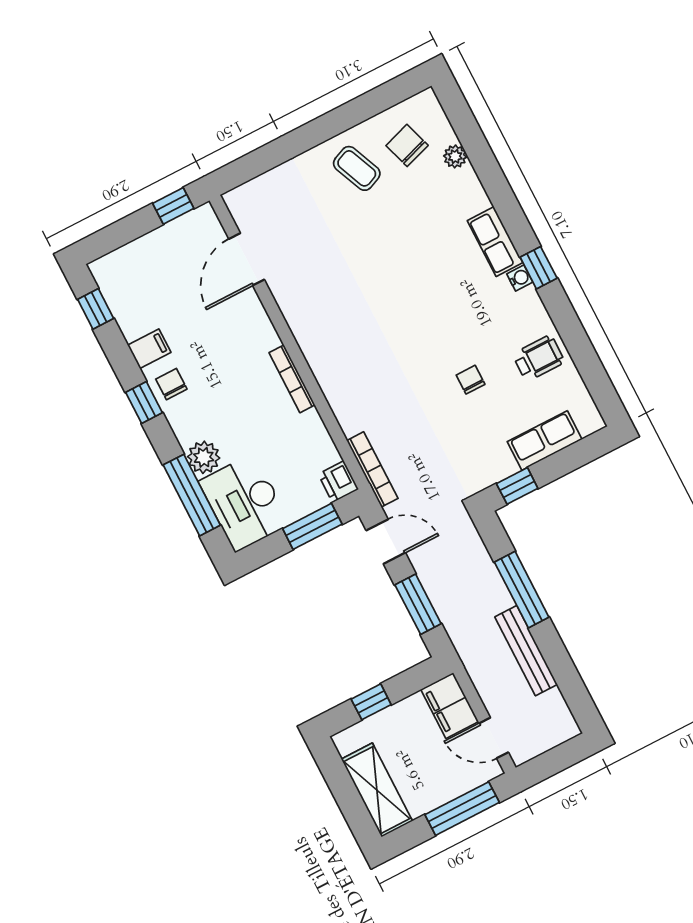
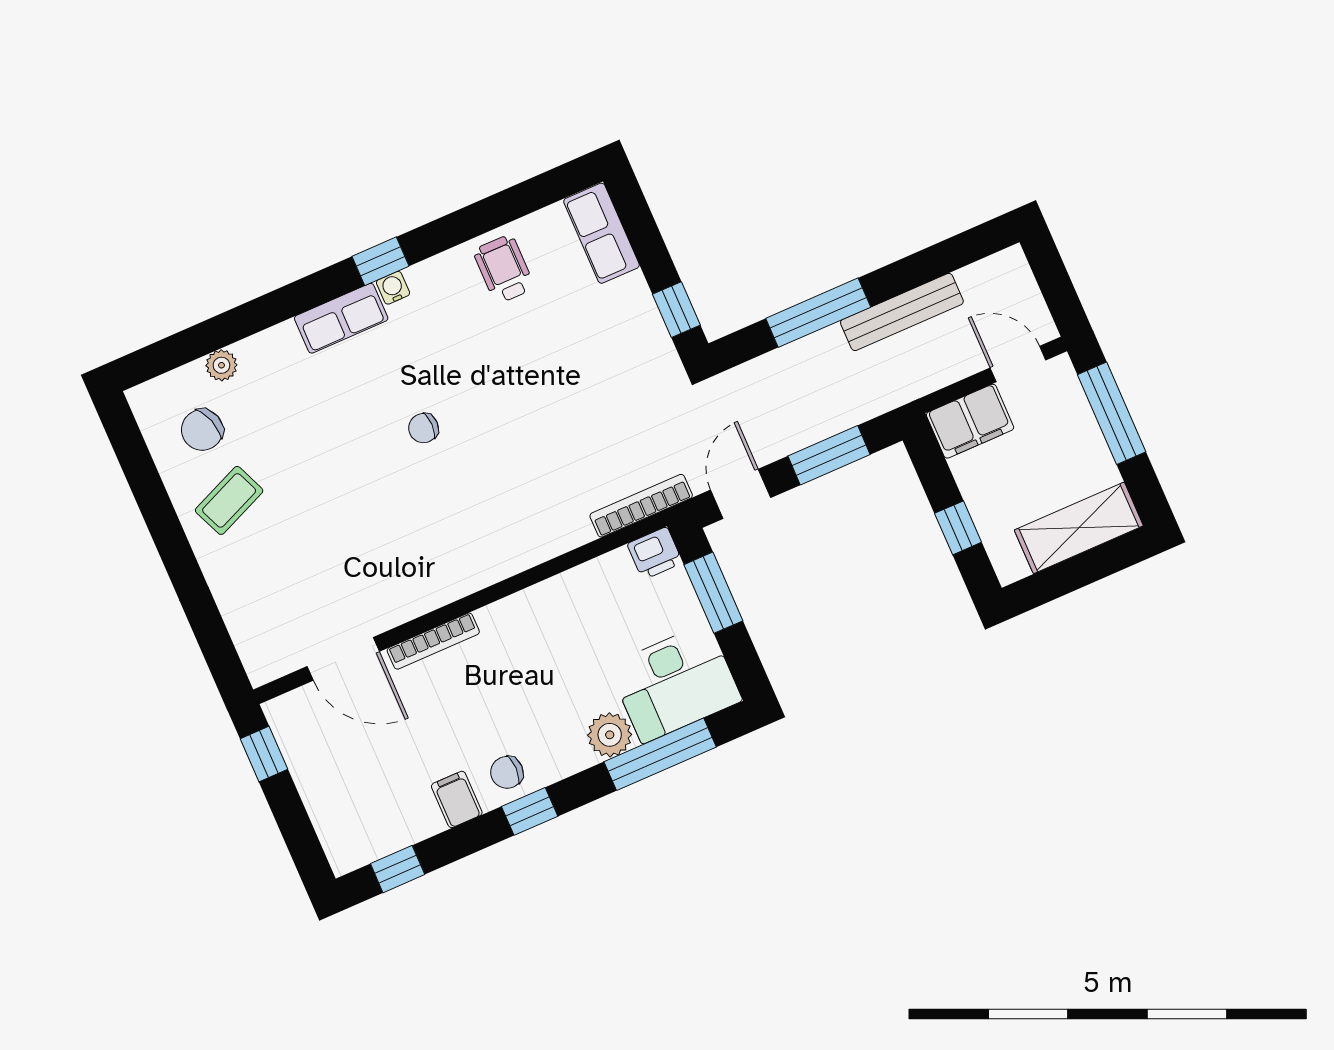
bookcase: (292, 379) -> (433, 641), moved
chair: (471, 380) -> (423, 428), moved
row of seats: (545, 440) -> (601, 233), moved
door: (494, 738) -> (1018, 364), swing flipped

